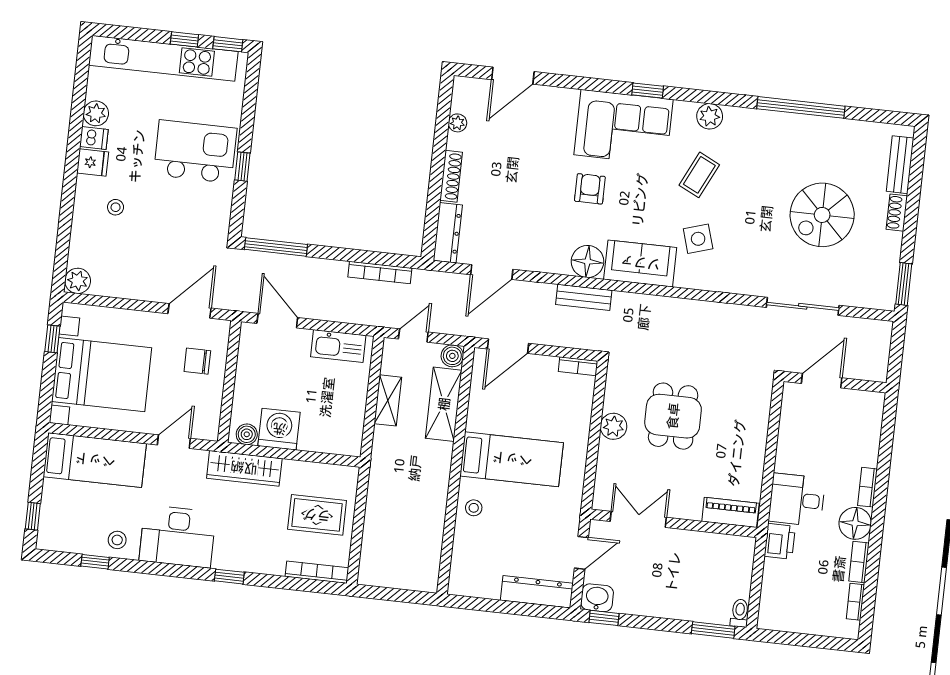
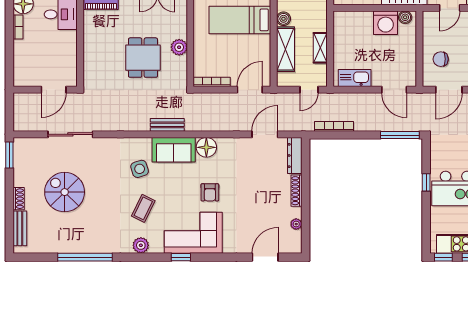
spiral stairs: (822, 215) -> (65, 192), turned -90
bench: (584, 297) -> (167, 125), moved
boiler: (452, 356) -> (283, 19), moved
chair: (197, 361) -> (441, 59), turned 180
bookcase: (578, 366) -> (212, 82), width x1.56

